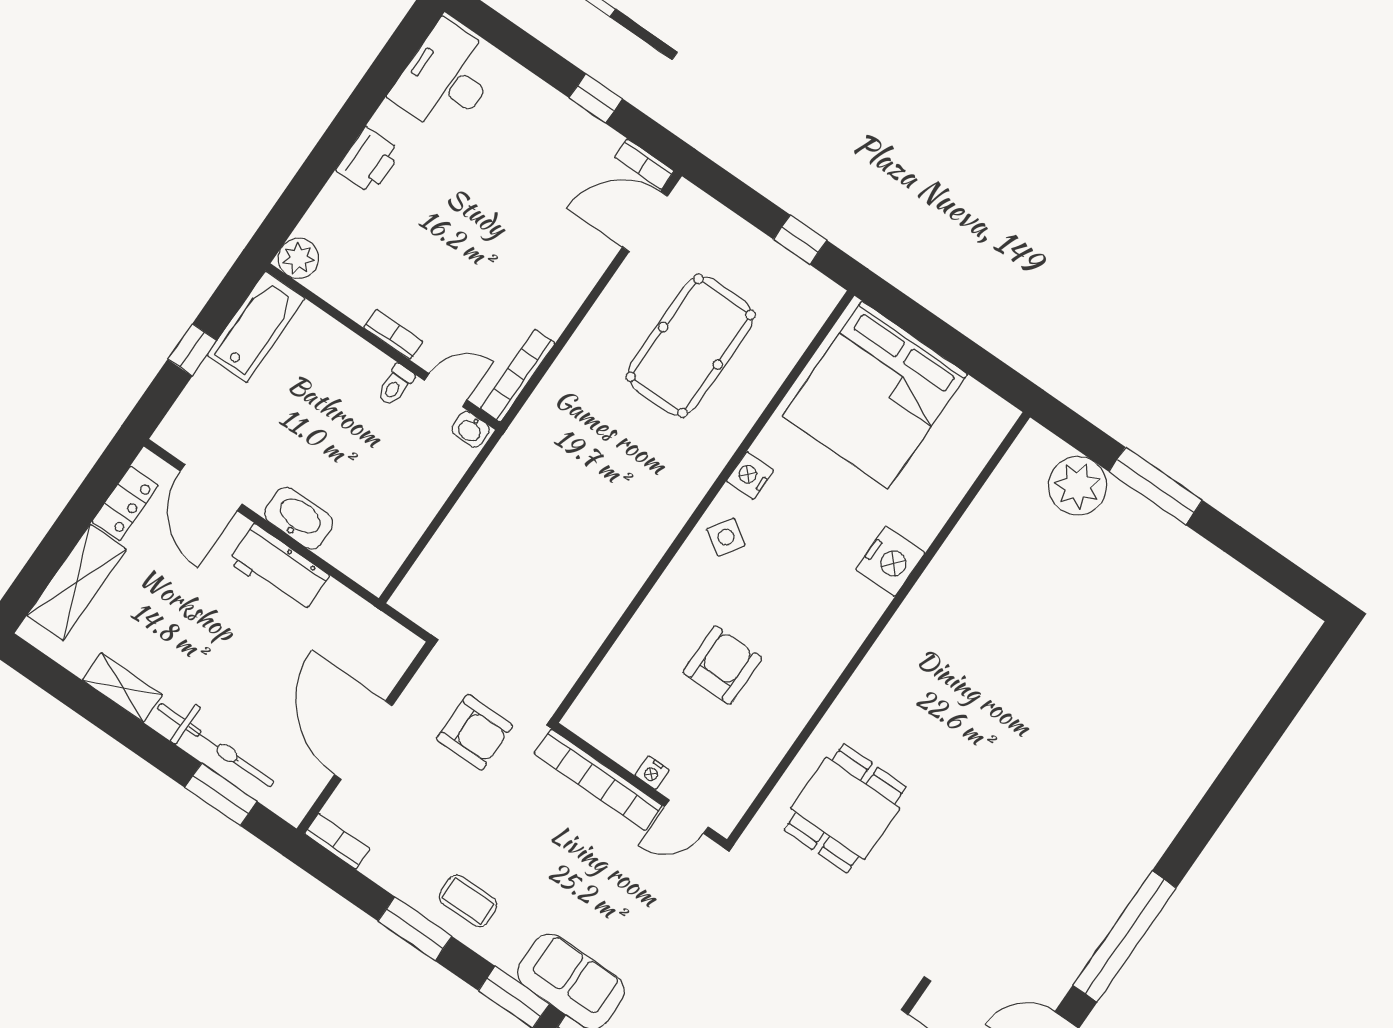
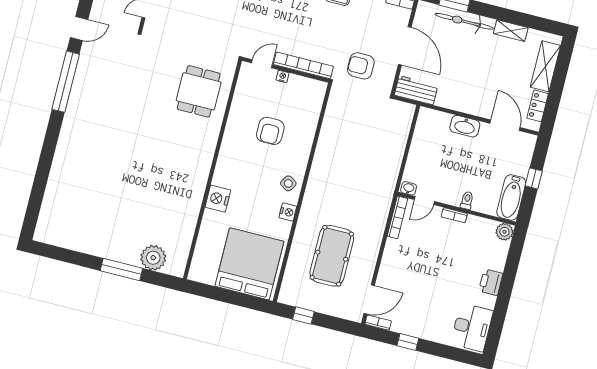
toilet: (395, 385) -> (467, 200), moved
workbench: (279, 569) -> (416, 90), moved

